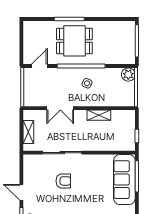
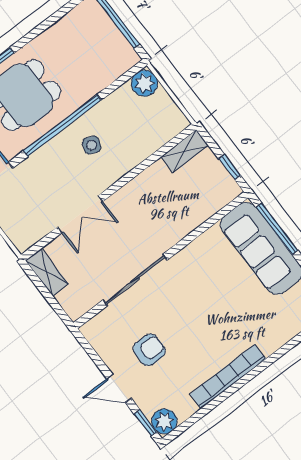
shelving: (99, 115) -> (185, 151), moved
shelving: (28, 132) -> (47, 272), moved
armchair: (63, 181) -> (149, 350), moved

